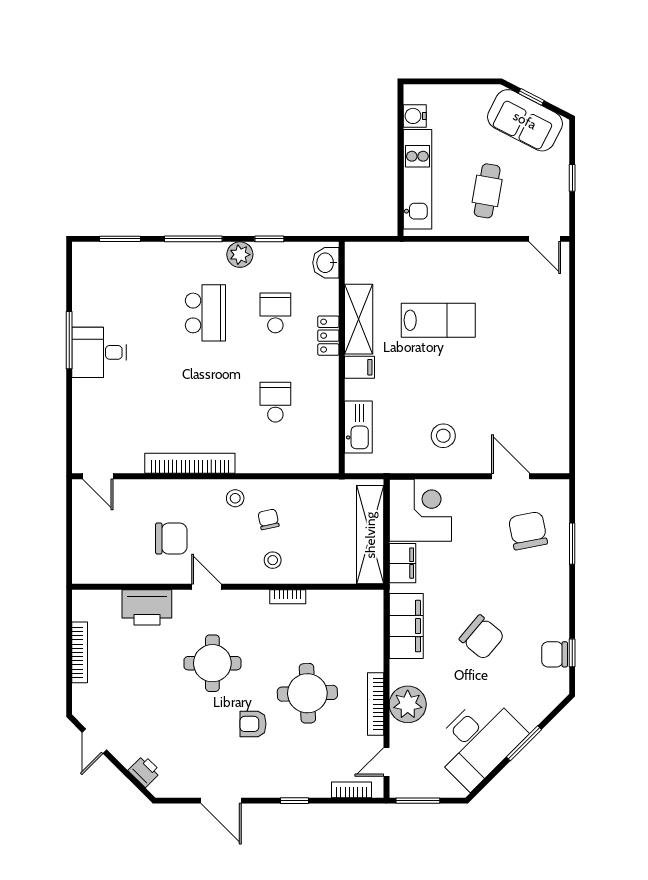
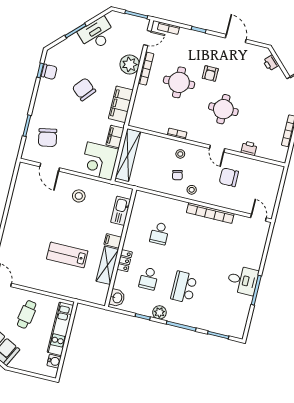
printer: (147, 607) -> (249, 148), width x0.53, depth x0.68
armchair: (253, 724) -> (210, 74), turned 90
desk: (478, 741) -> (97, 34), width x0.73, depth x0.77

